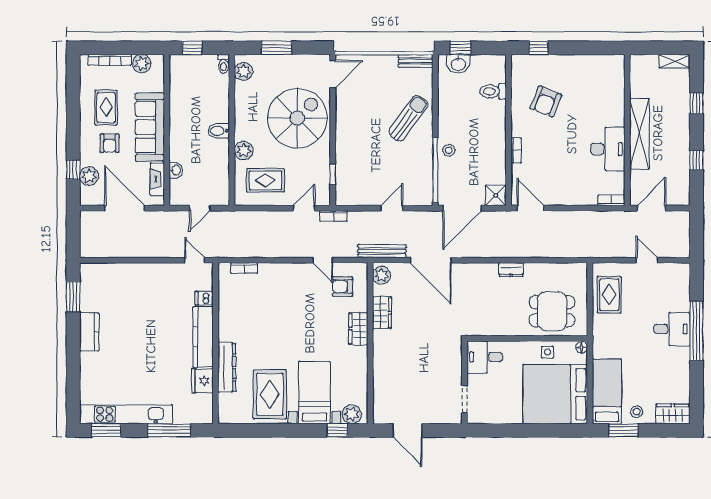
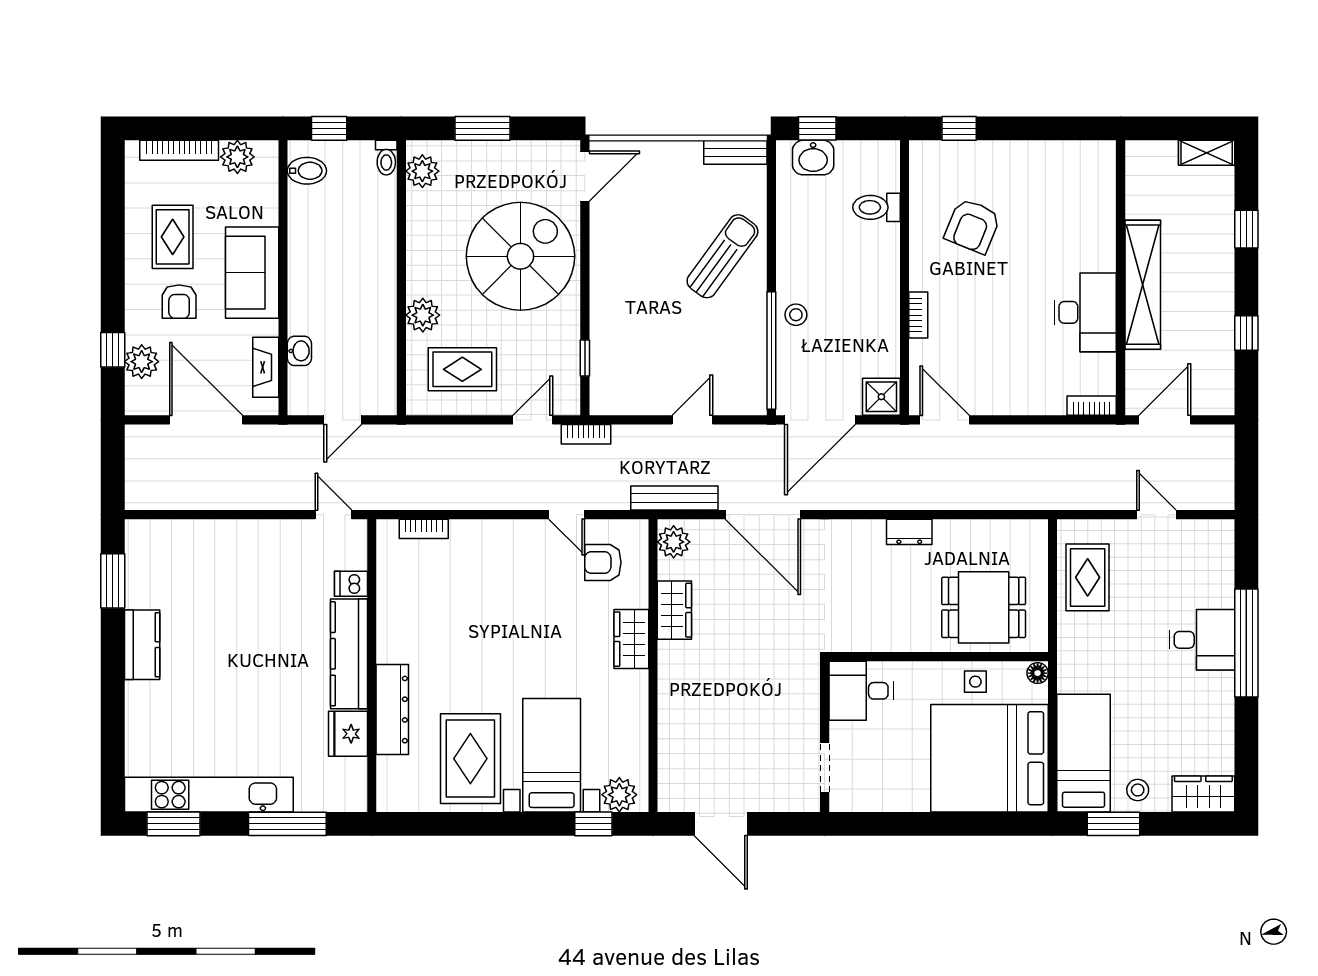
sofa: (150, 127) -> (252, 273), width x0.73
bidet: (219, 131) -> (307, 171), moved, turned 180

